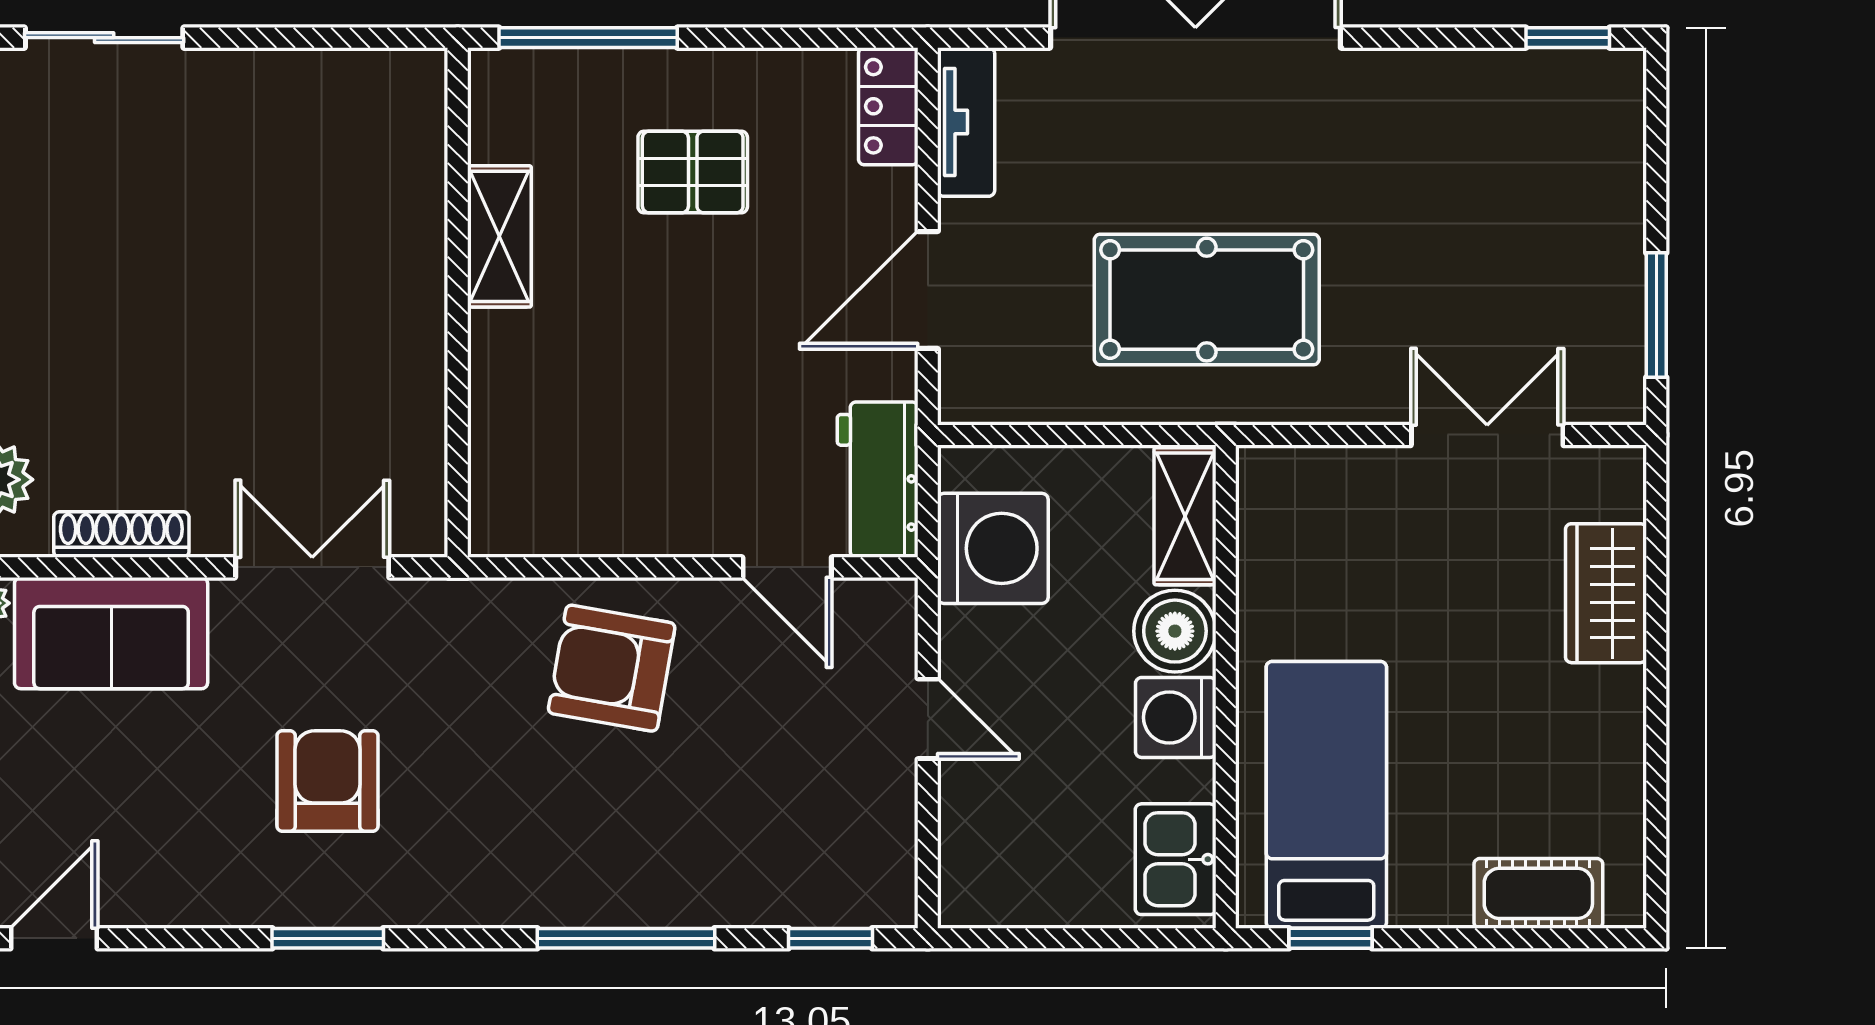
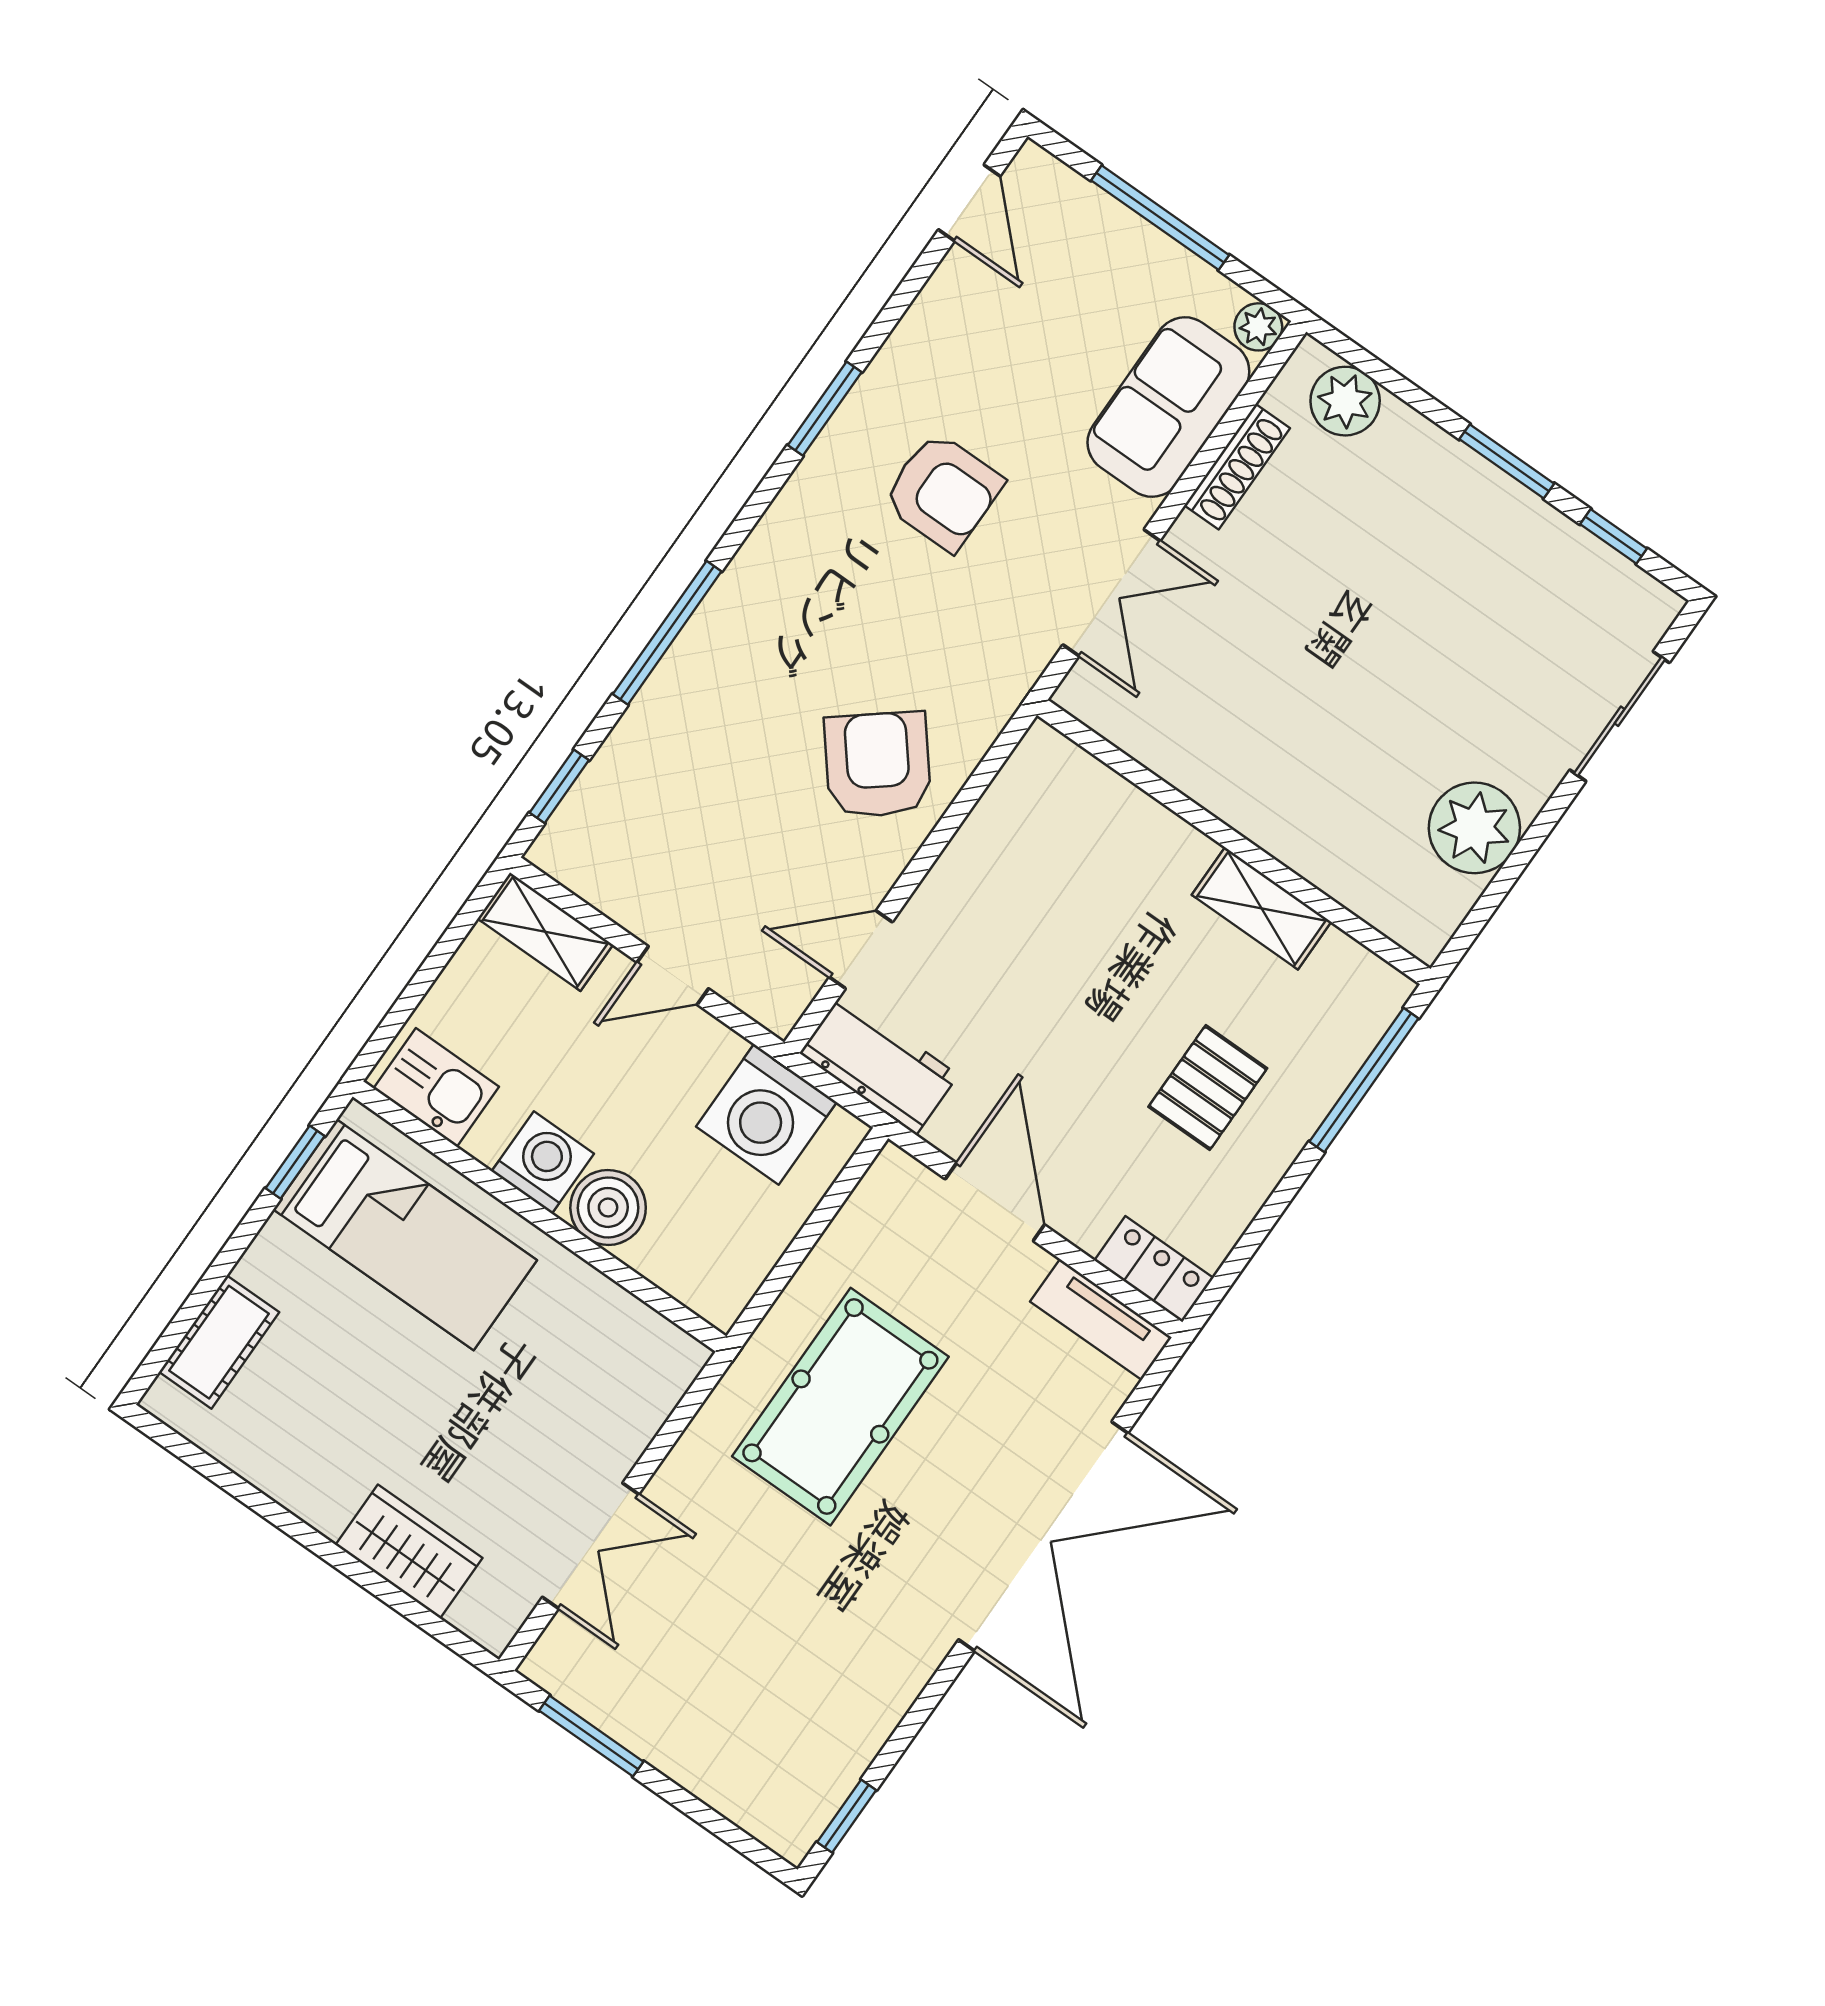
plant: (294, 97) -> (1474, 828), added
shelving: (1185, 516) -> (545, 932), moved
armchair: (612, 668) -> (878, 765), turned -49

